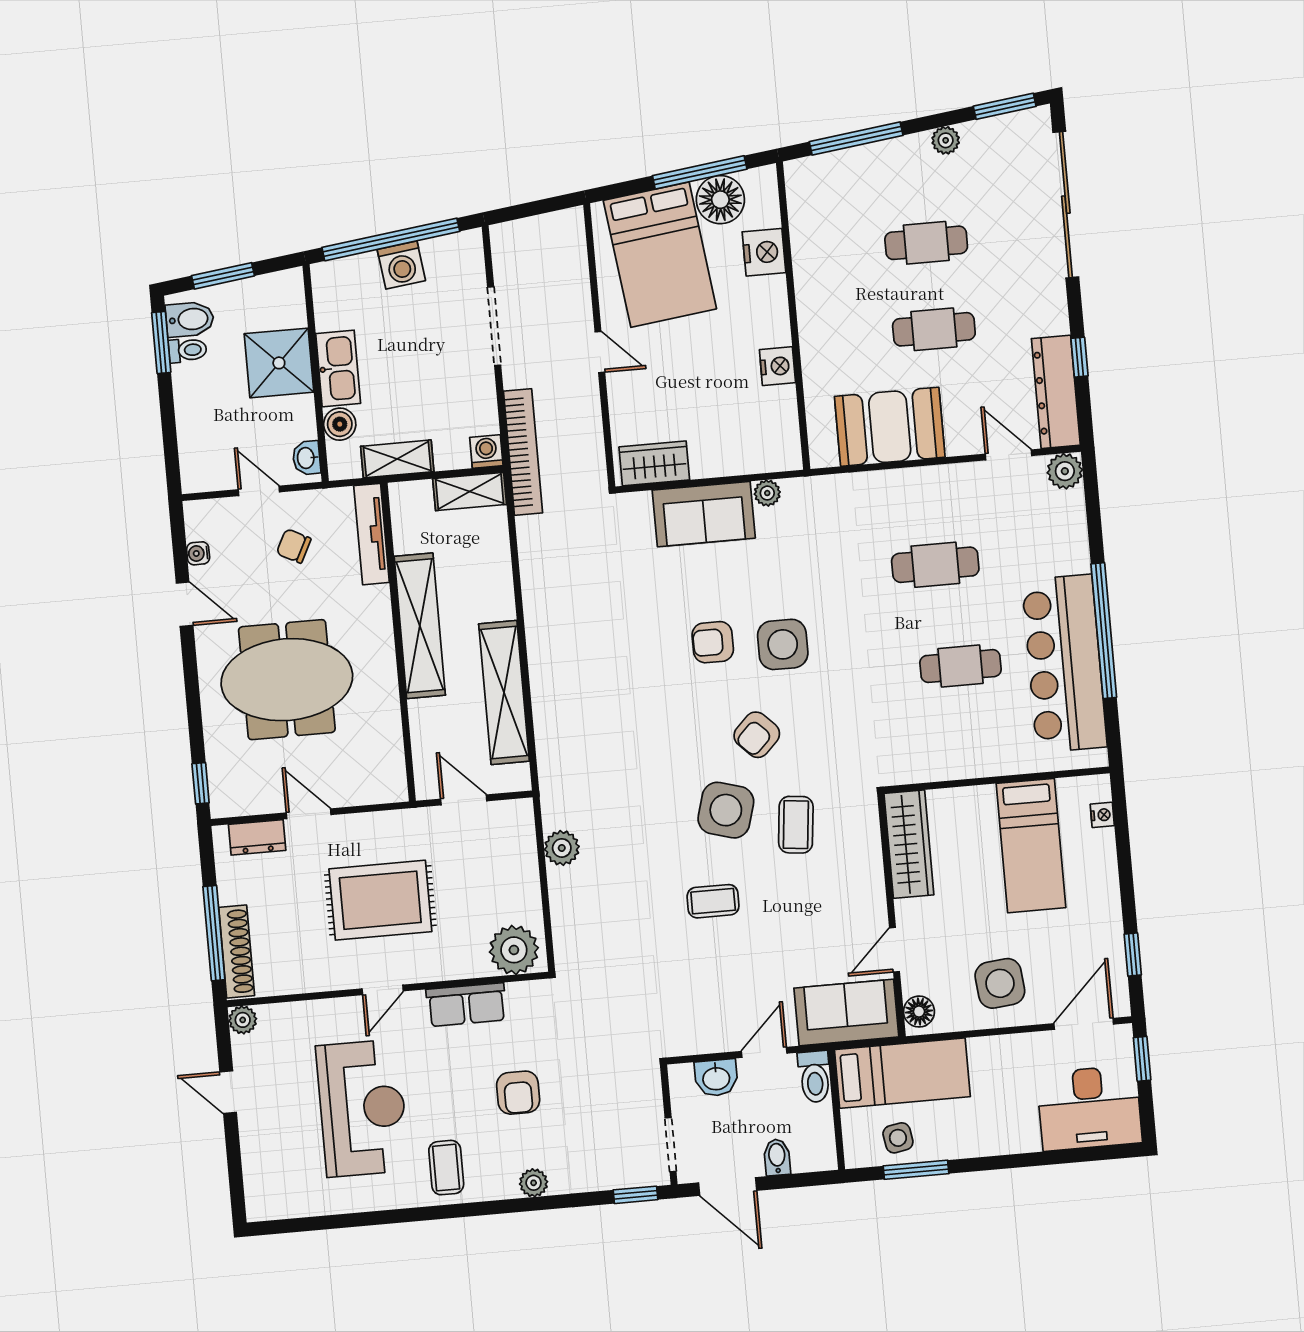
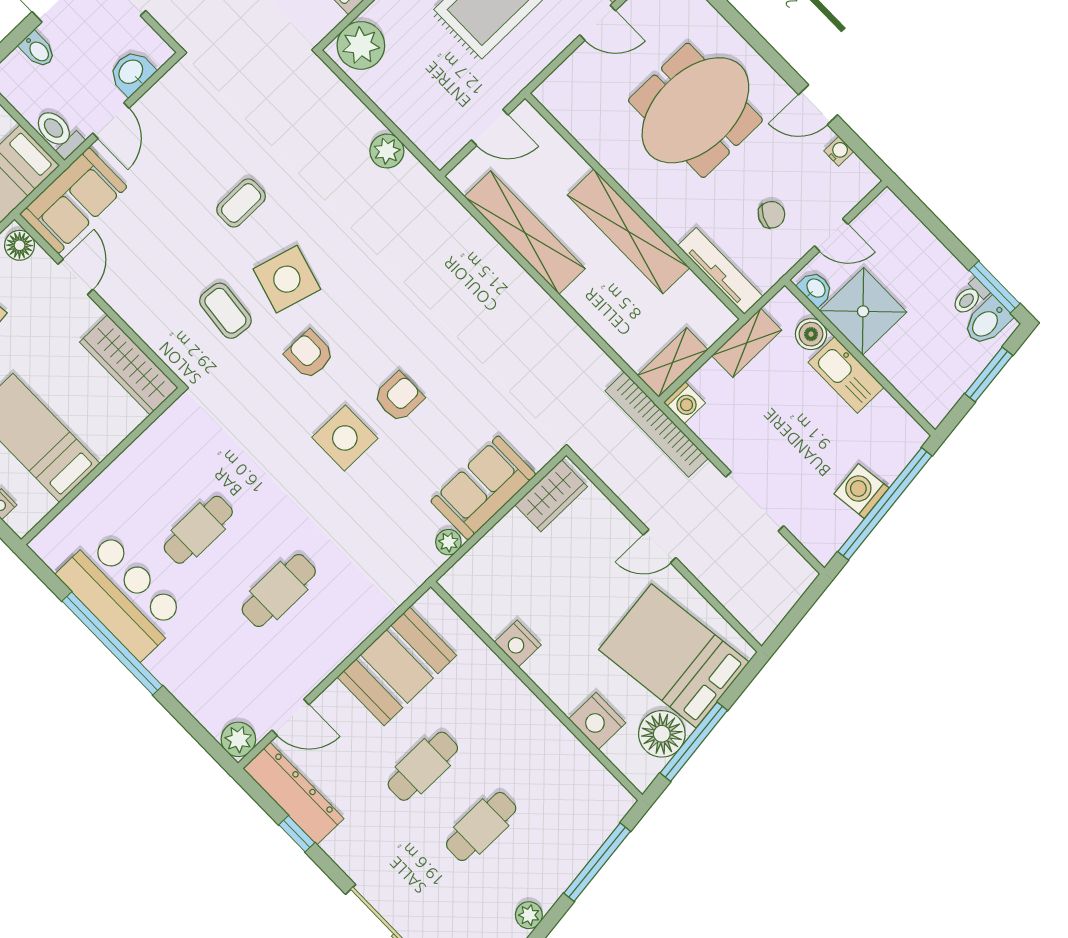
shower: (279, 363) -> (863, 311), moved
bar counter: (1064, 663) -> (122, 595), width x0.73
armchair: (757, 735) -> (309, 354), turned -45

